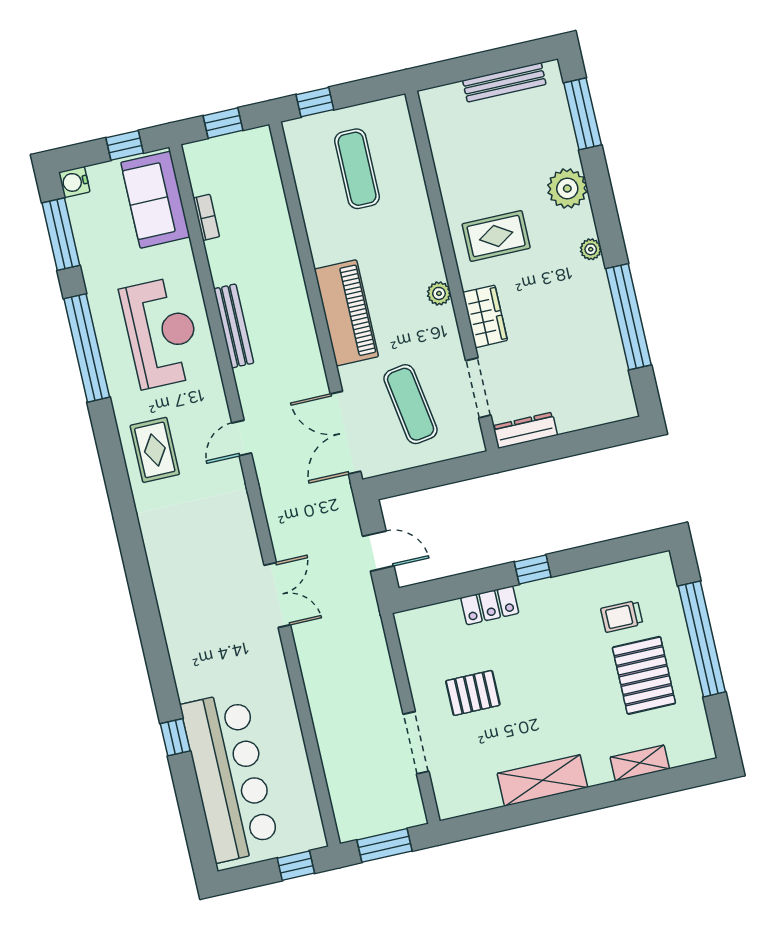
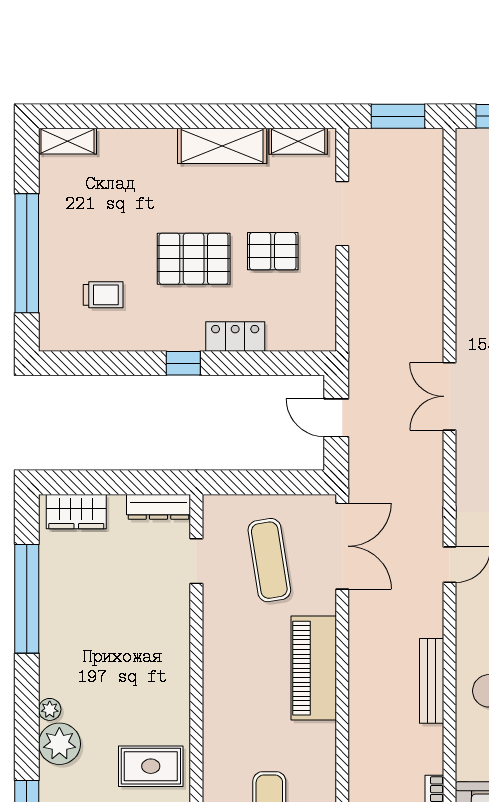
rug: (496, 236) -> (151, 766), moved
plant: (591, 249) -> (50, 709), moved
plant: (439, 293) -> (215, 666), removed
wardrobe: (485, 316) -> (76, 512), moved, turned -90
doorway: (478, 388) -> (196, 561), width x0.73
pallet: (644, 675) -> (194, 259), moved, turned 90
shelving: (640, 763) -> (67, 141), moved
shelving: (472, 801) -> (298, 141), added

